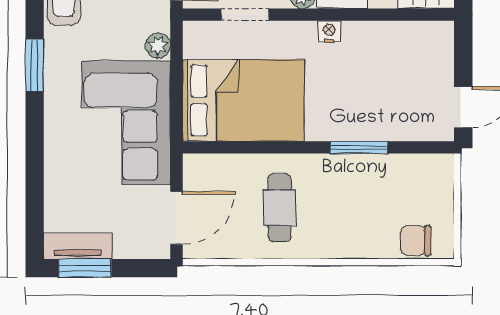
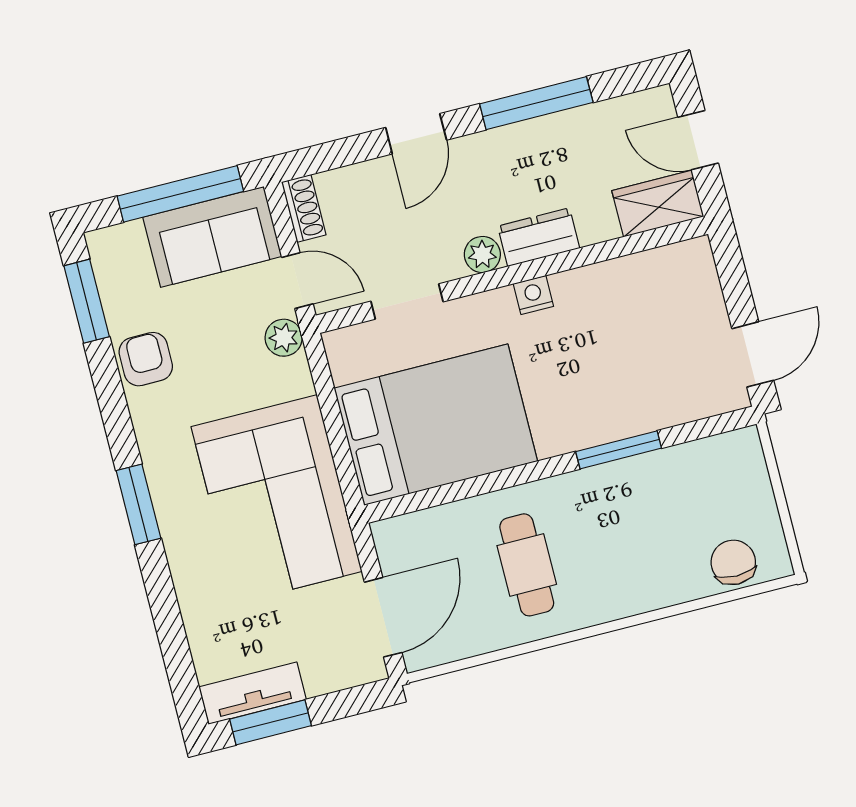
plant: (158, 46) -> (284, 338), moved
window: (35, 65) -> (138, 504), moved
chair: (416, 241) -> (733, 562), turned 90

